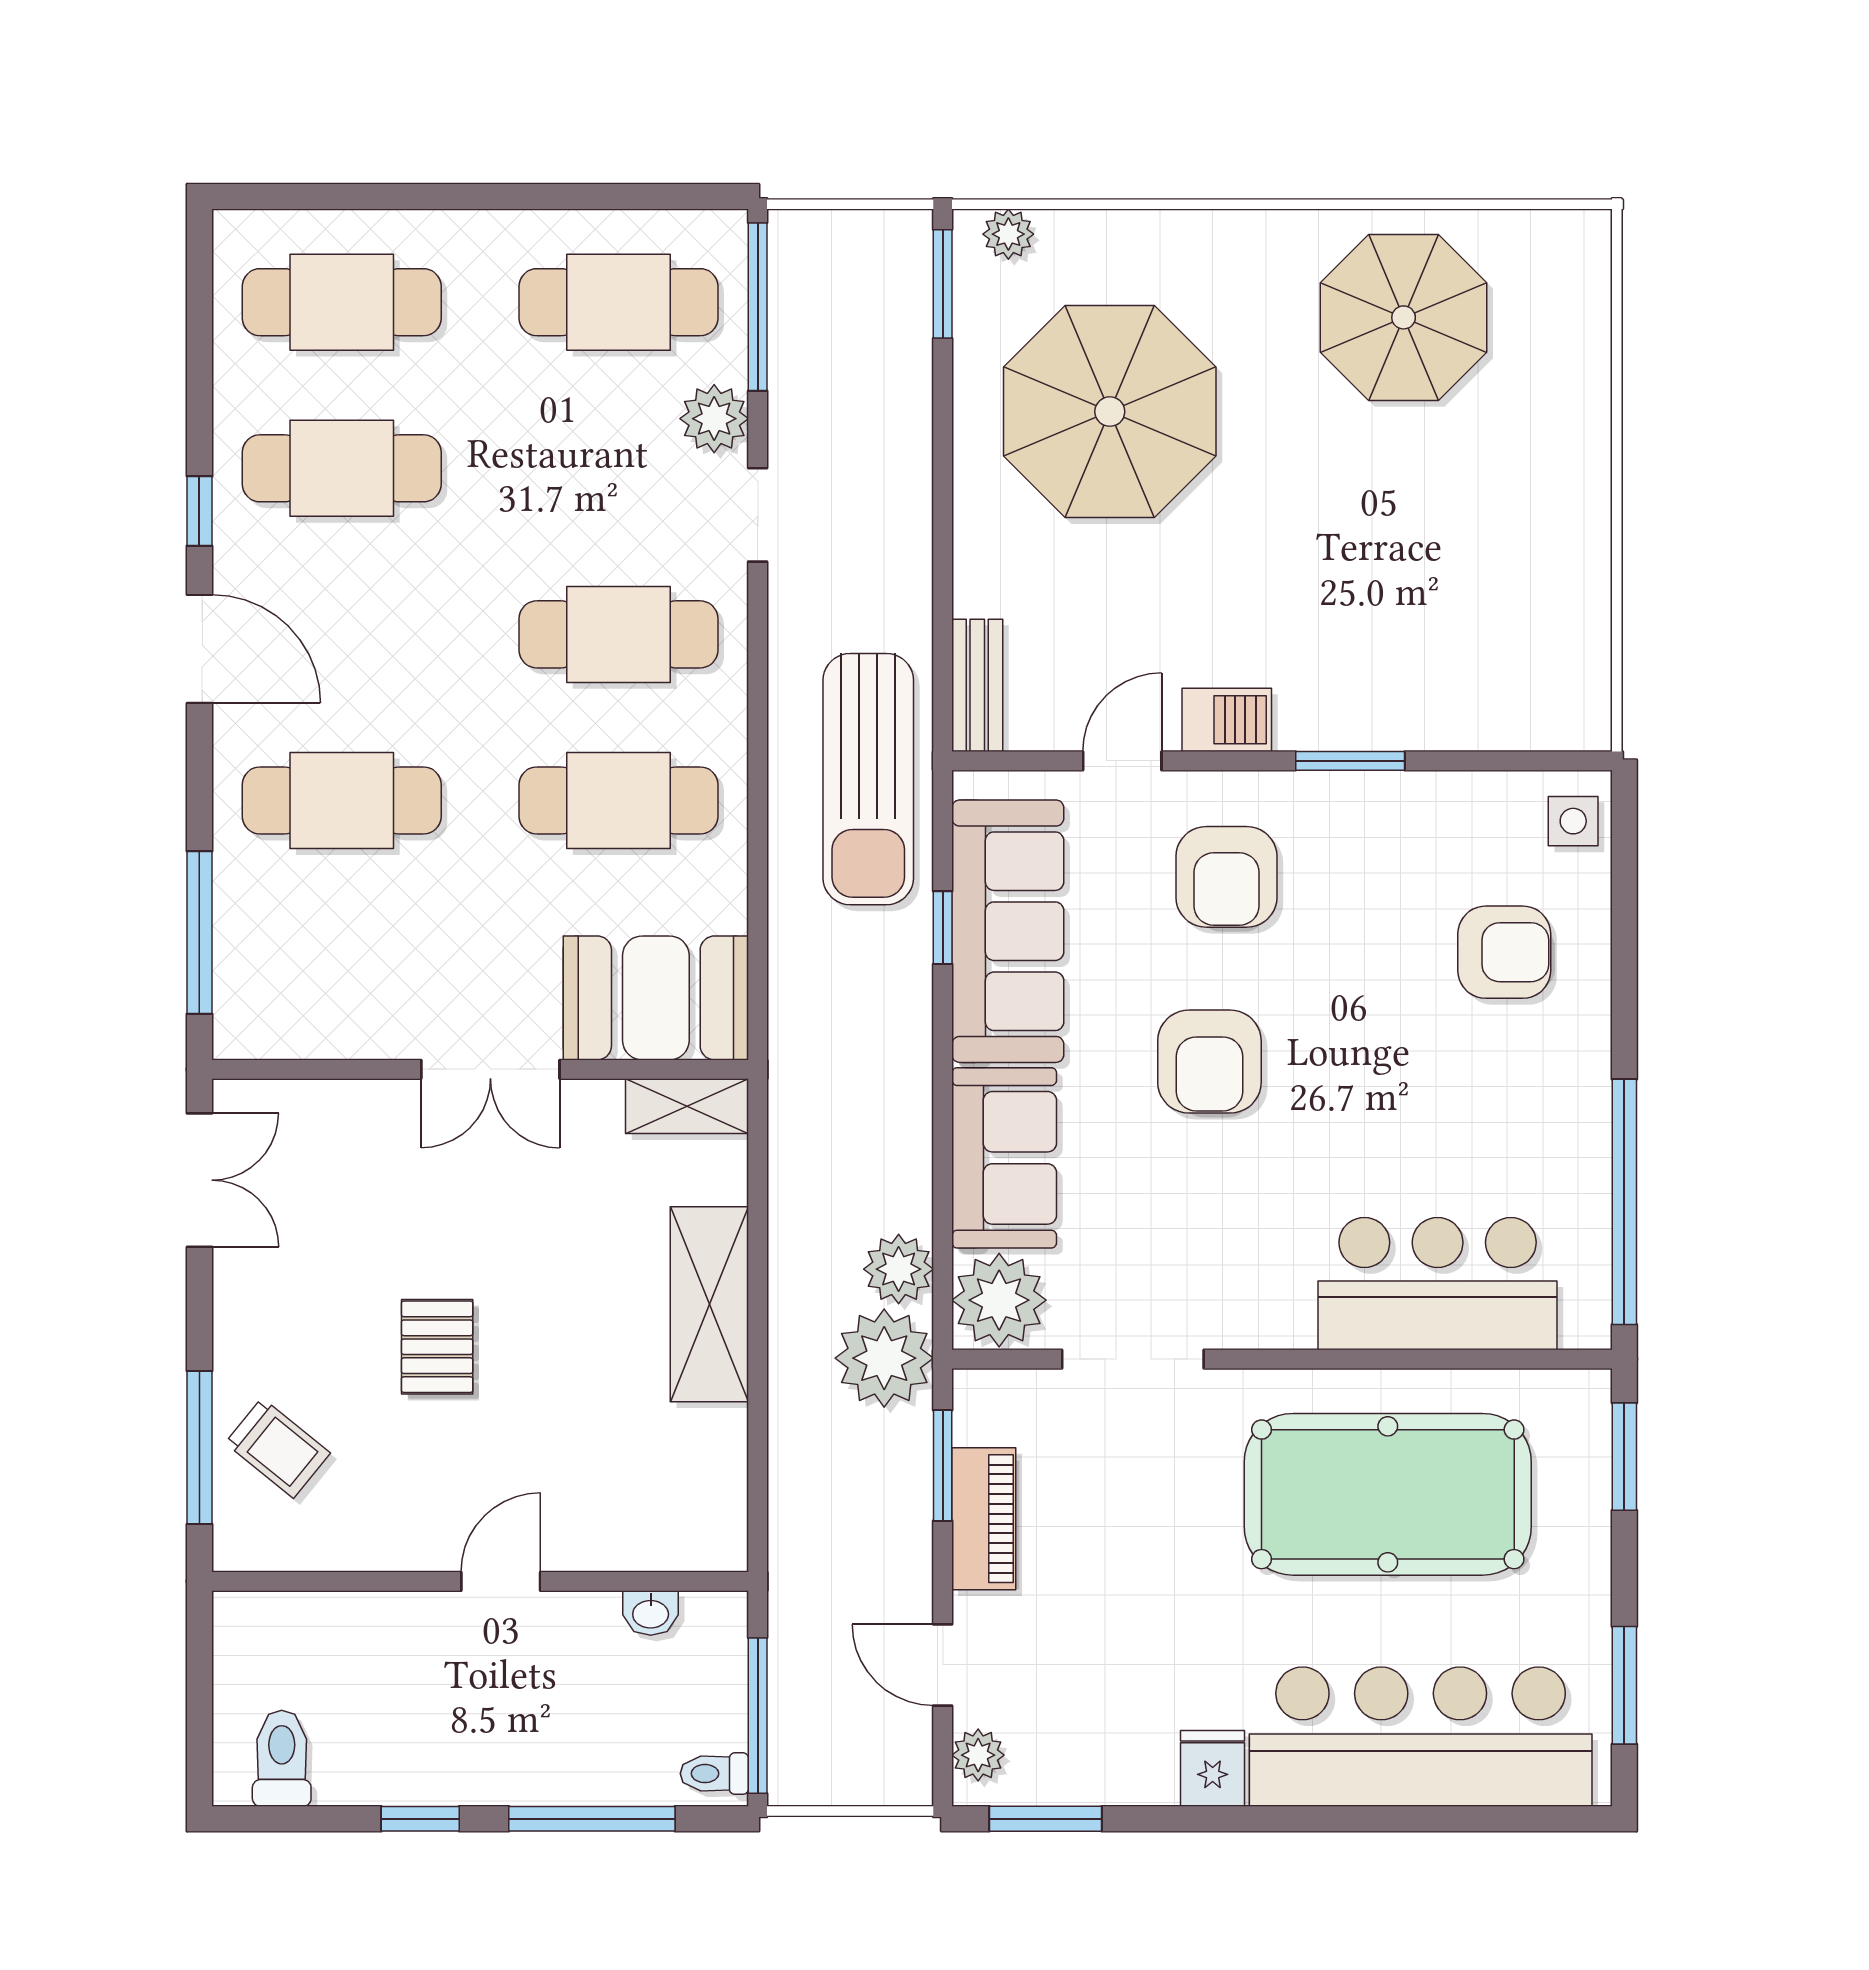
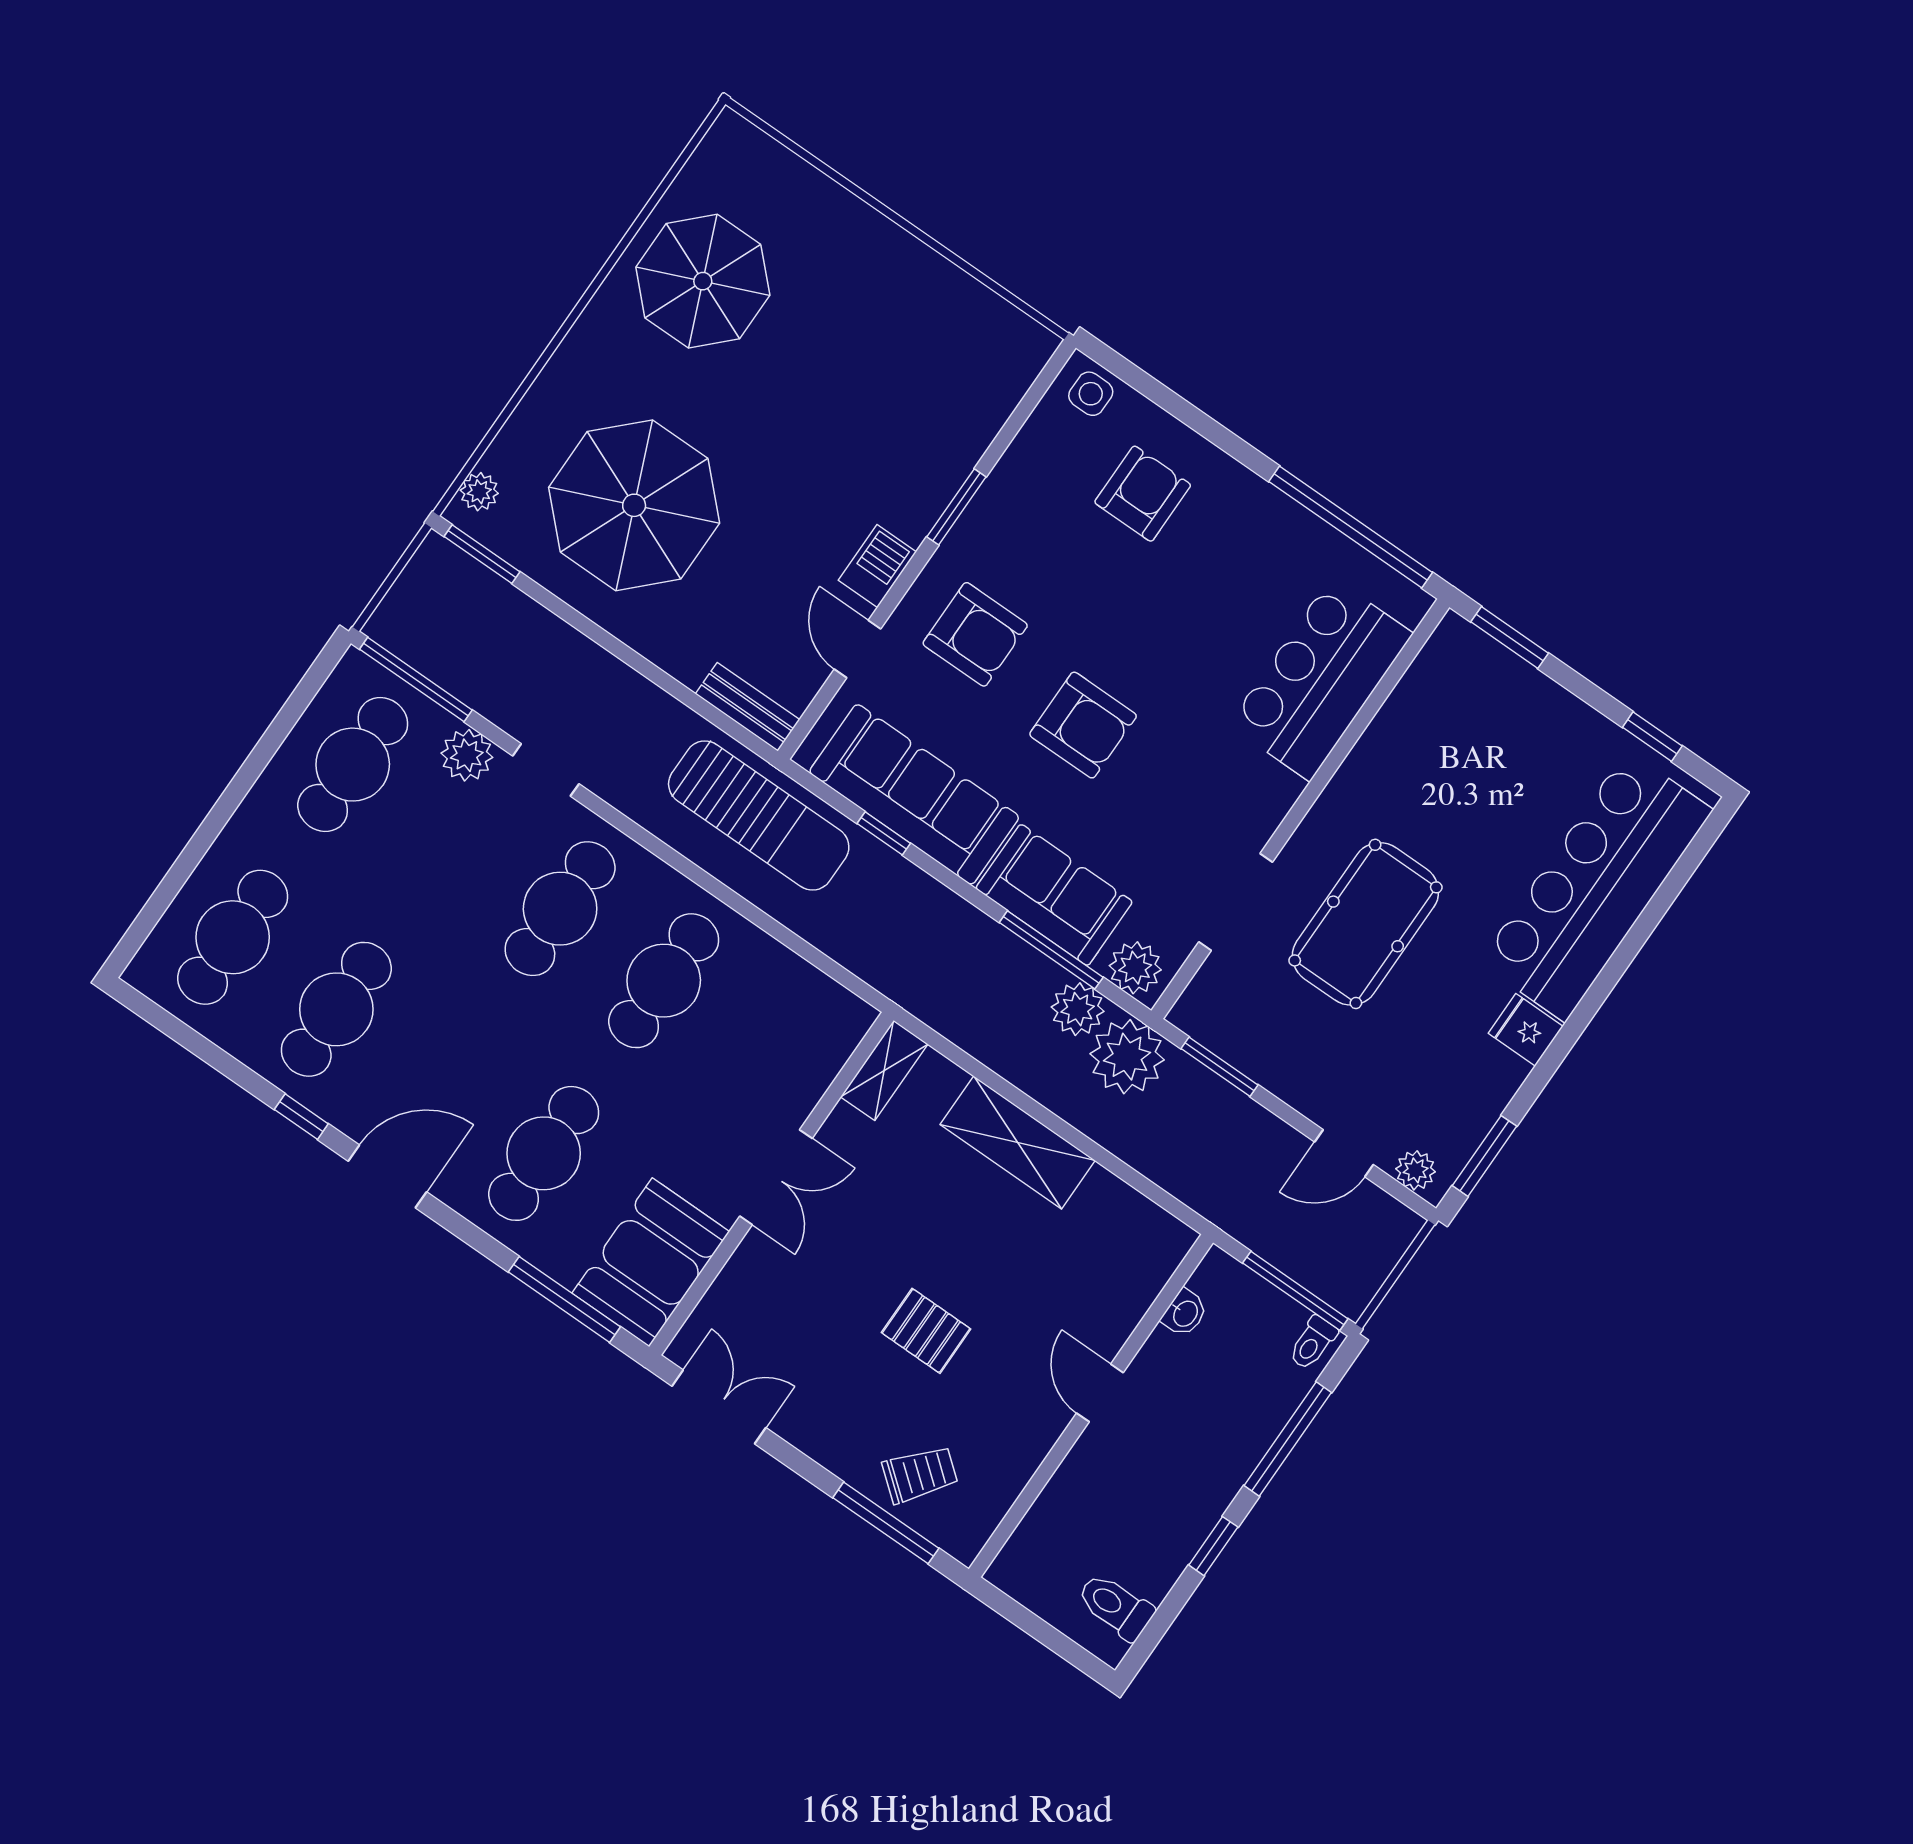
booth: (656, 998) -> (651, 1262), moved
window: (943, 1196) -> (1051, 950), added
plant: (999, 1300) -> (1135, 968), width x0.73, depth x0.73
pool table: (1388, 1494) -> (1365, 924), moved, width x0.73, depth x0.76
piano: (984, 1519) -> (1270, 1064), removed
window: (1624, 1685) -> (1652, 737), width x0.67

